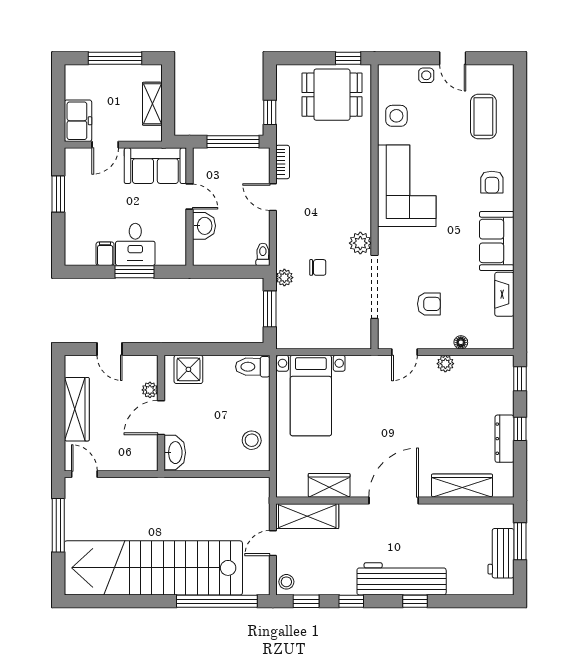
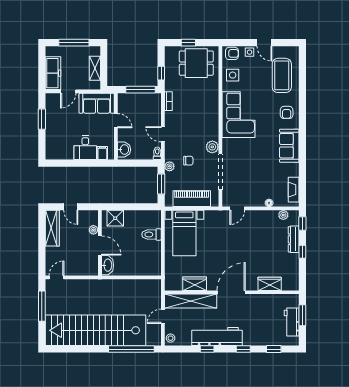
window: (348, 58) -> (188, 43), moved
coffee table: (483, 117) -> (282, 75), width x1.36, depth x1.32
freezer: (78, 121) -> (53, 73), width x1.40
door: (273, 197) -> (163, 134), moved
washbasin: (204, 226) -> (124, 150), moved
filing cabinet: (105, 254) -> (102, 153), moved
window: (134, 272) -> (85, 163), removed
fireplace: (504, 294) -> (294, 190), moved
armchair: (429, 304) -> (232, 53), moved
piano: (324, 335) -> (192, 199), added
plant: (445, 364) -> (283, 215), moved
toilet: (253, 367) -> (152, 235), moved
wardrobe: (77, 409) -> (52, 228), moved
door: (161, 418) -> (100, 245), swing flipped
dresser: (504, 439) -> (294, 239), moved
stool: (252, 440) -> (151, 258), removed
door: (84, 474) -> (57, 277), hinge flipped
wardrobe: (462, 486) -> (270, 284), width x0.67
shelving: (307, 516) -> (191, 301), width x1.47
workbench: (402, 579) -> (217, 336), moved
window: (306, 601) -> (274, 349), moved

